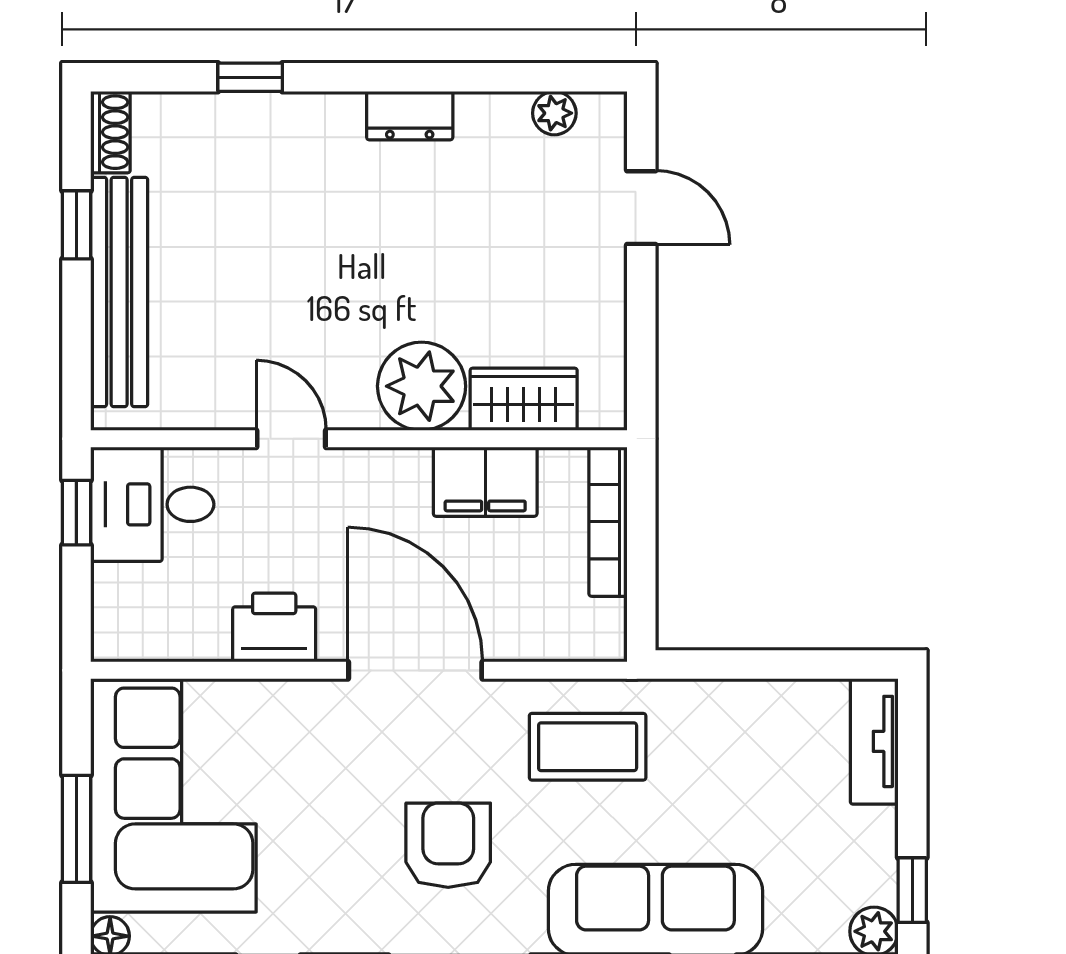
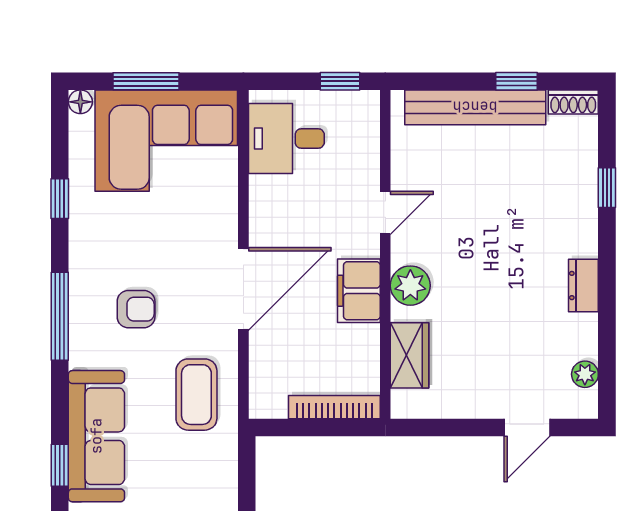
plant: (422, 386) -> (410, 286), width x0.73, depth x0.73
filing cabinet: (485, 482) -> (359, 291), moved
desk: (152, 504) -> (286, 138), moved, turned -90
printer: (274, 627) -> (270, 202), removed
armchair: (448, 845) -> (136, 309), width x0.72, depth x0.72

